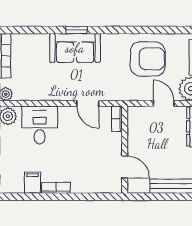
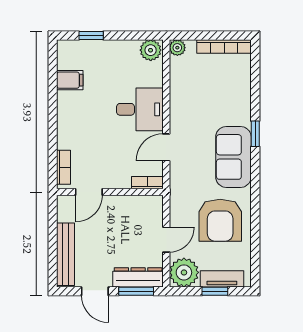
sofa: (75, 48) -> (233, 157), moved
desk: (40, 125) -> (140, 109), moved
bookcase: (56, 188) -> (64, 167), moved

